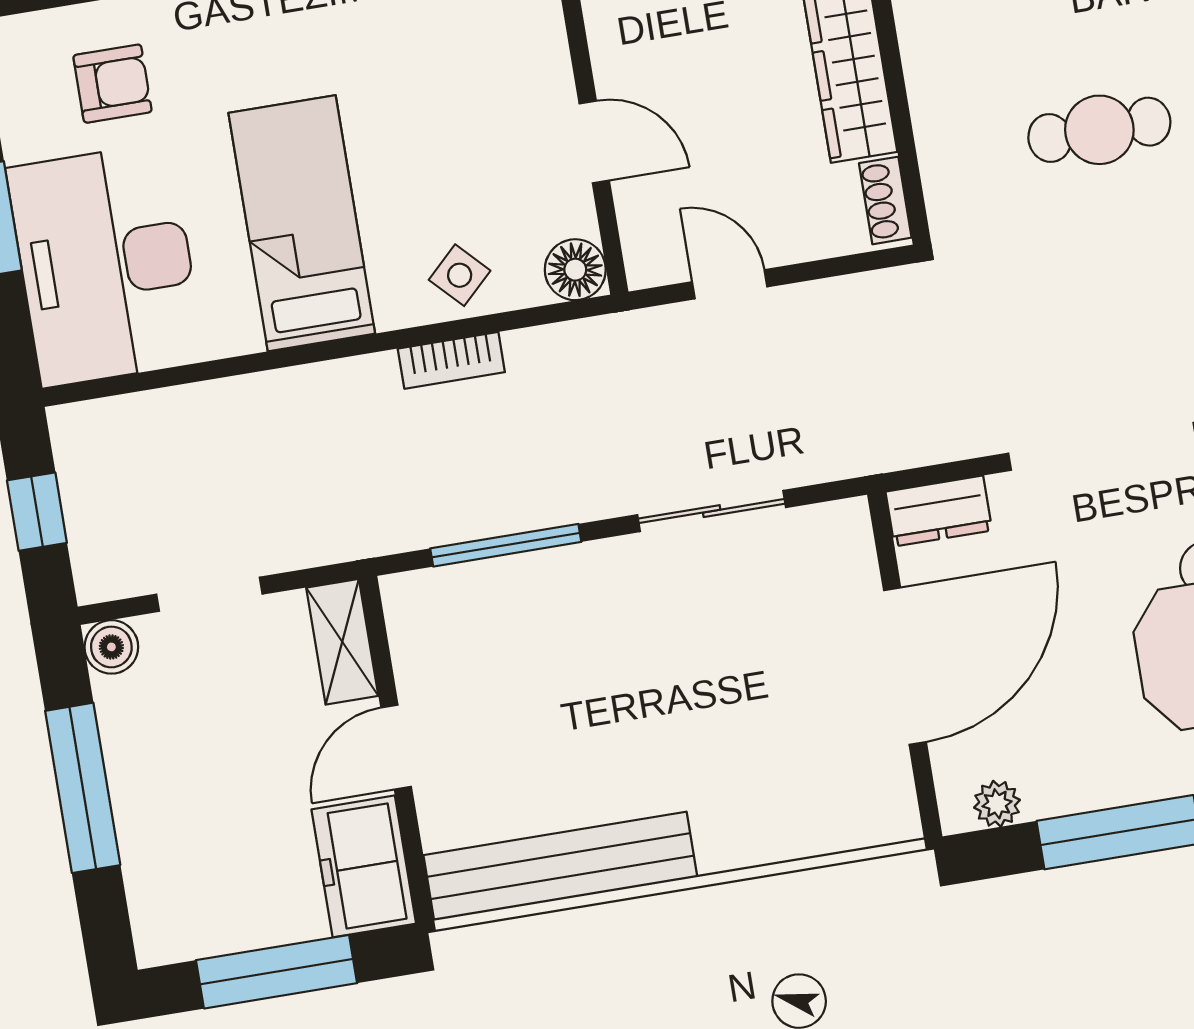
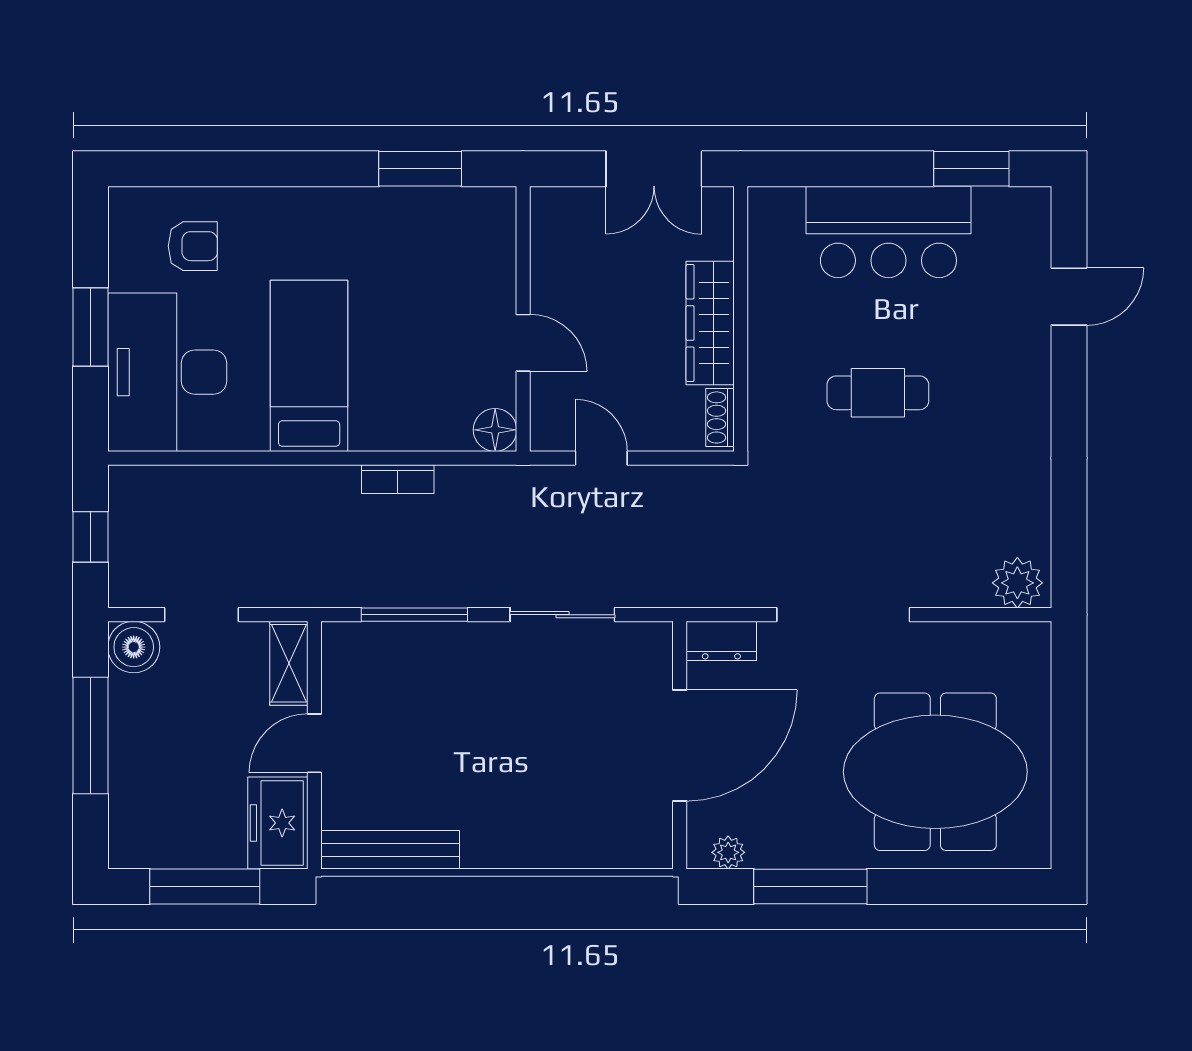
side table: (460, 275) -> (413, 420), removed
boiler: (111, 647) -> (134, 647), width x1.36, depth x1.36
bench: (560, 866) -> (390, 850), width x0.73, depth x0.82

